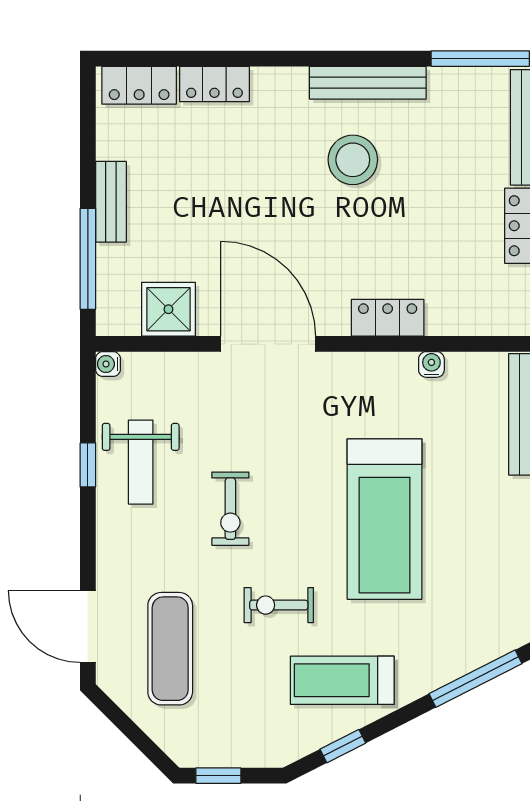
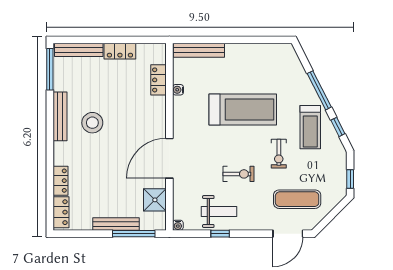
bench: (111, 202) -> (116, 224), width x1.36
locker: (388, 318) -> (159, 80), moved
window: (475, 679) -> (319, 90), moved

